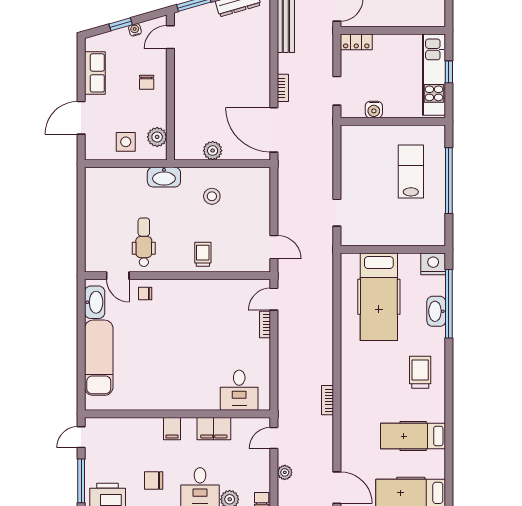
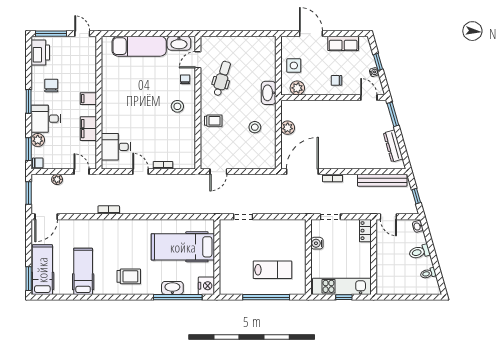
dental chair: (144, 242) -> (222, 78), turned -73
door: (274, 299) -> (141, 172), moved
stool: (183, 304) -> (177, 106), added

